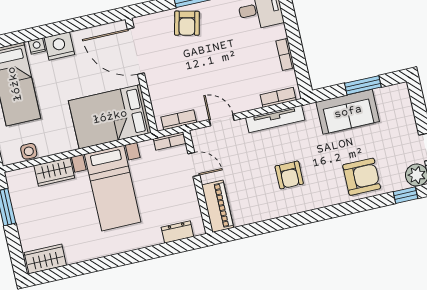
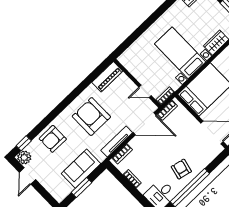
armchair: (187, 23) -> (181, 169), moved
door: (222, 120) -> (145, 124), width x1.87
armchair: (289, 175) -> (91, 117), width x1.88, depth x1.88
piano: (218, 206) -> (107, 77), moved, turned -90
dresser: (177, 232) -> (132, 51), removed

